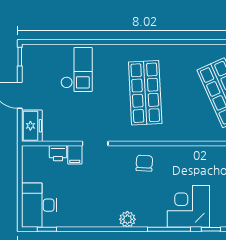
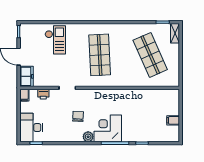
filing cabinet: (75, 155) -> (24, 95), moved
chair: (144, 163) -> (78, 116), moved
corner desk: (188, 206) -> (108, 128), moved

